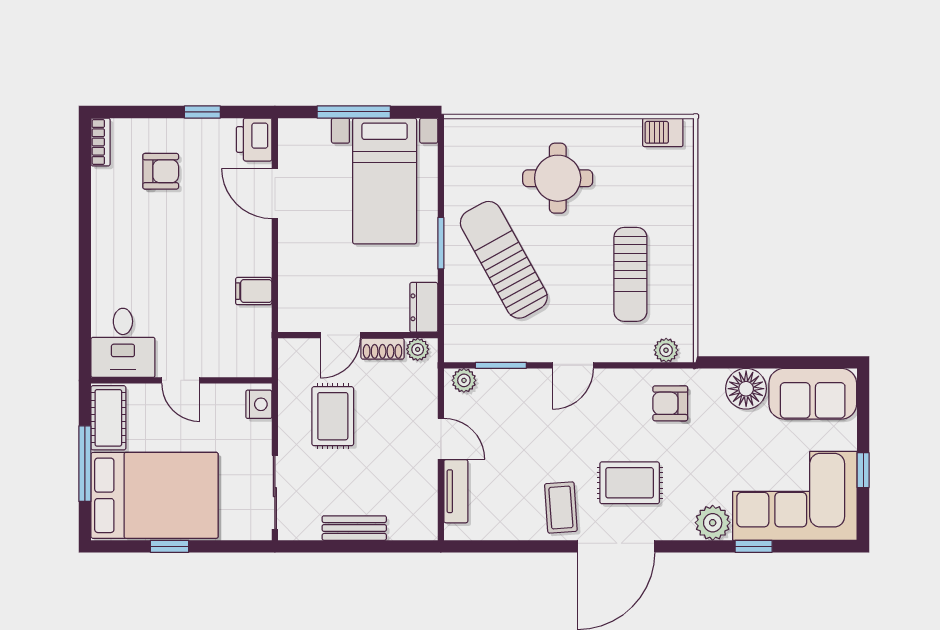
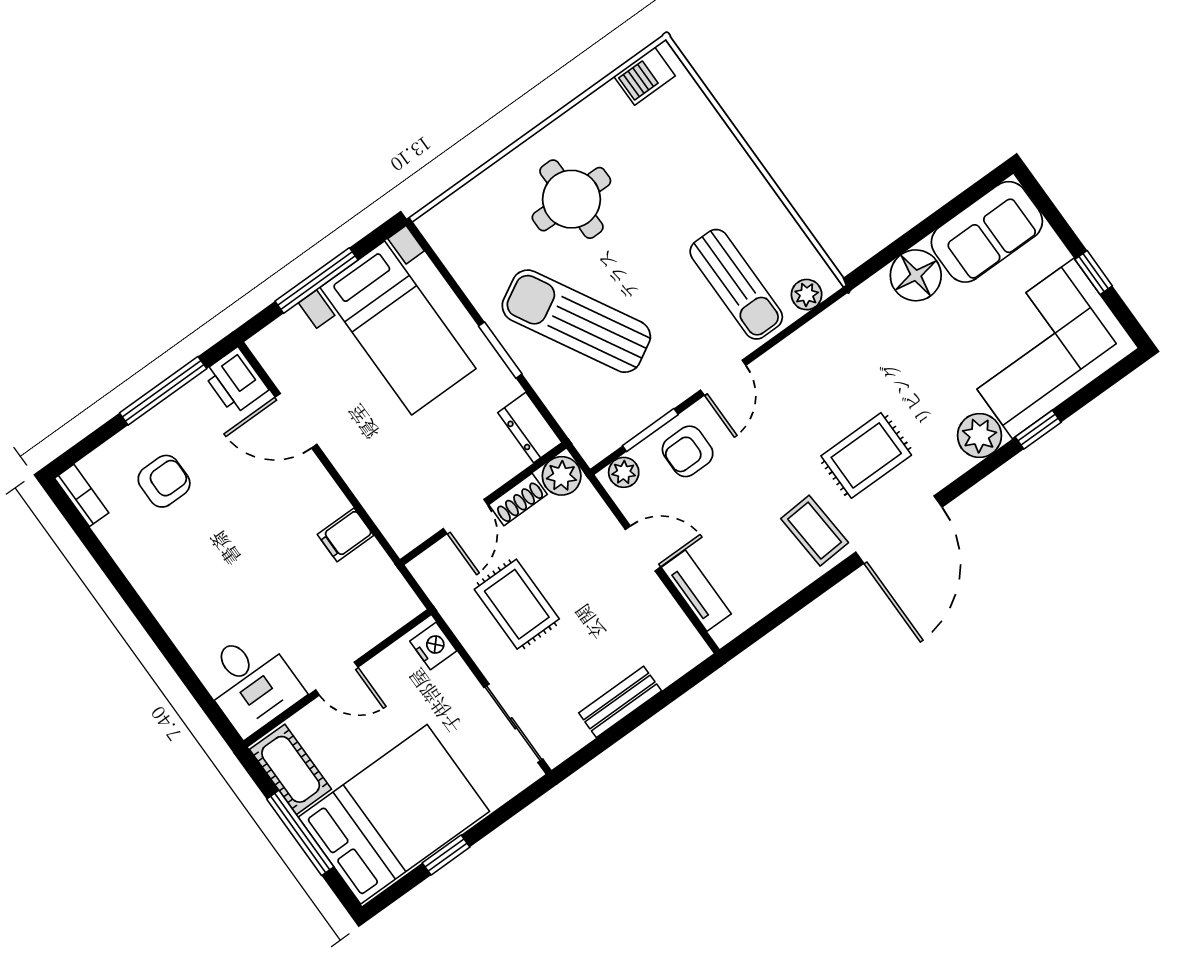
window: (202, 112) -> (163, 391), width x2.17
sun lounger: (630, 274) -> (736, 284), moved
plant: (418, 349) -> (562, 476), width x1.38, depth x1.38
armchair: (670, 403) -> (688, 451), moved

